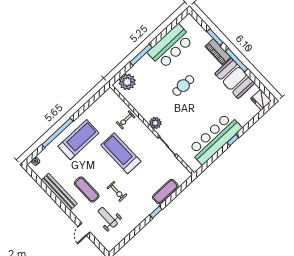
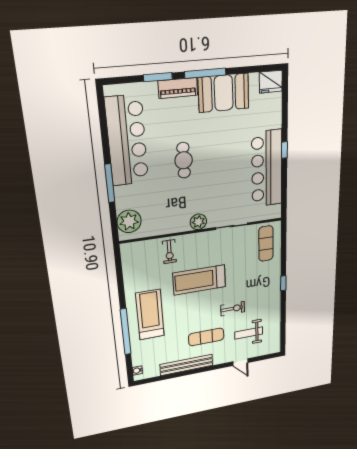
bar counter: (171, 46) -> (127, 141), width x1.36
exercise mat: (165, 192) -> (266, 244), moved

